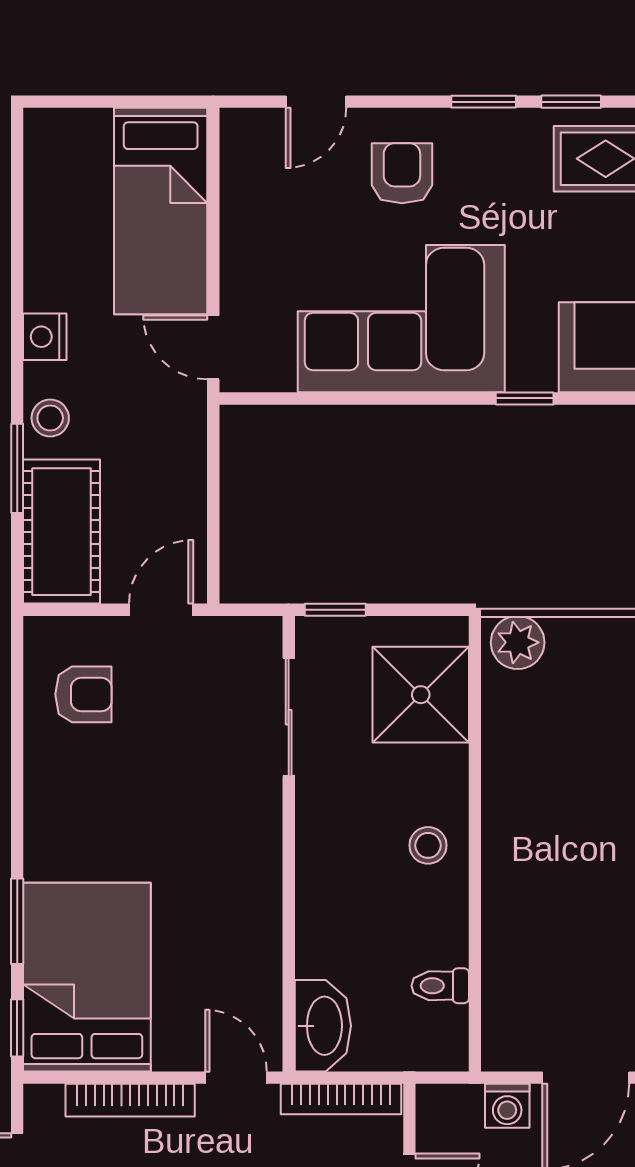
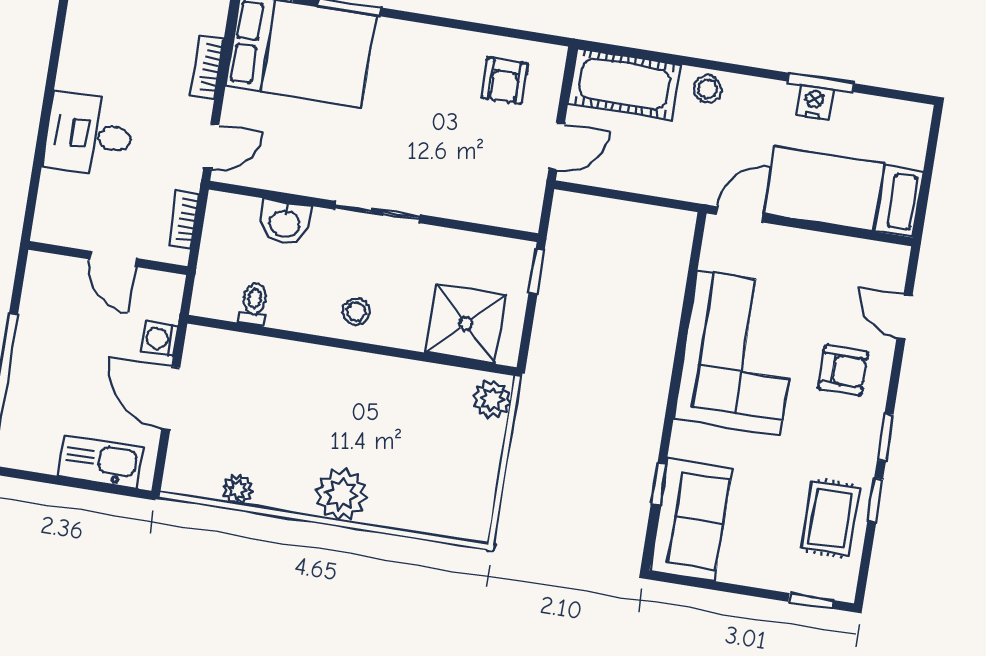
nightstand: (45, 337) -> (815, 102), moved
window: (525, 398) -> (659, 484), moved
window: (17, 468) -> (821, 82), moved
door: (161, 610) -> (557, 146), hinge flipped
sliding door: (289, 717) -> (377, 212), moved
washbasin: (323, 1026) -> (285, 222), moved, width x0.72
bookcase: (341, 1099) -> (184, 220), width x0.64
bookcase: (130, 1100) -> (207, 68), width x0.64

